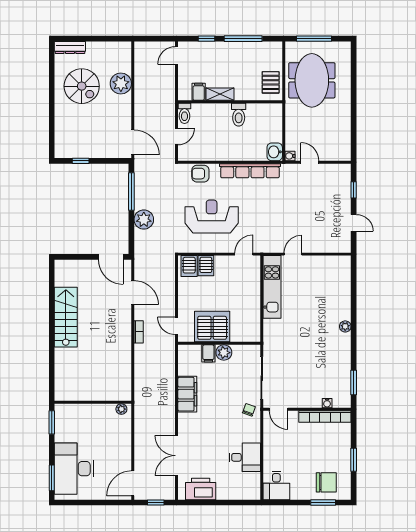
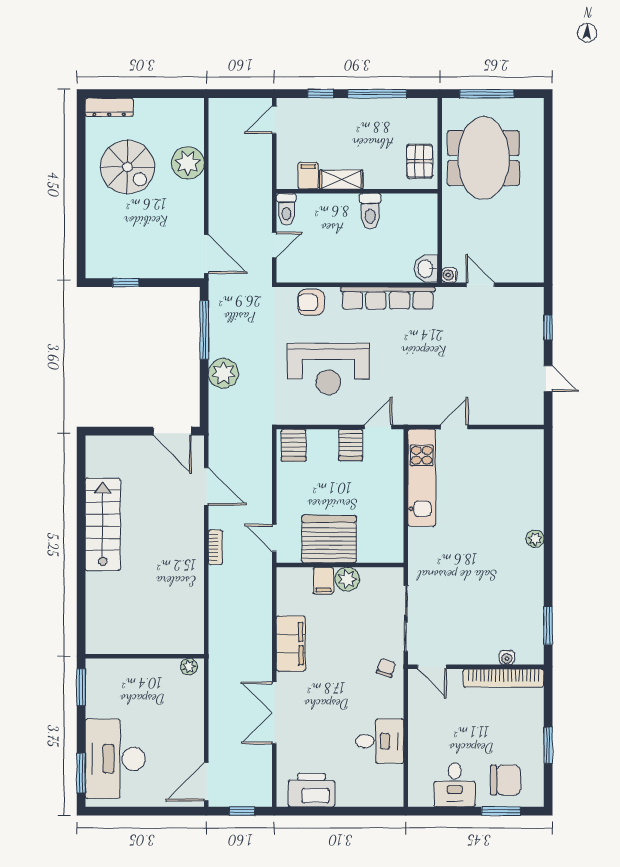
reception desk: (212, 217) -> (328, 369), turned 180
server rack: (206, 266) -> (351, 445), moved
double door: (177, 456) -> (274, 713), moved
desk: (276, 485) -> (455, 785), moved

